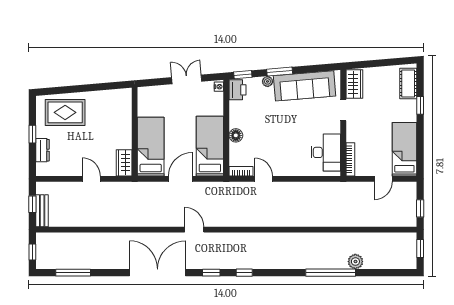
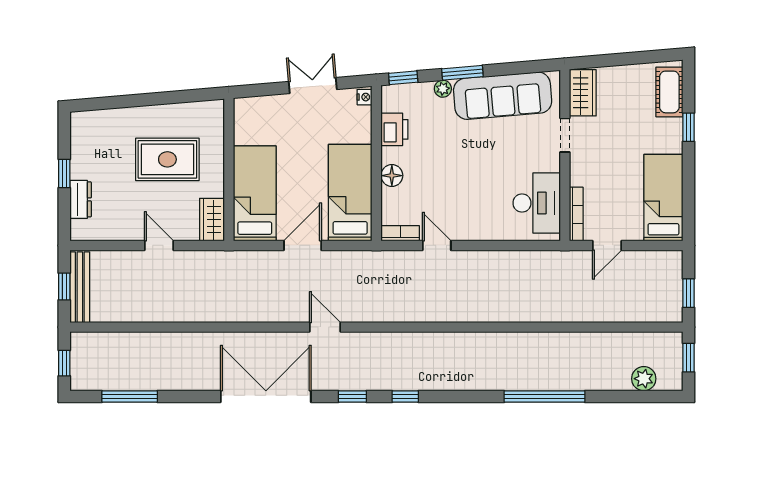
printer: (237, 90) -> (394, 129), moved
rug: (65, 112) -> (167, 159), moved
door: (383, 179) -> (607, 245), moved
bench: (42, 211) -> (80, 287), width x1.36
plant: (355, 262) -> (644, 379), moved

